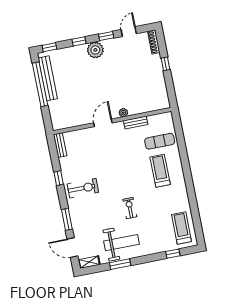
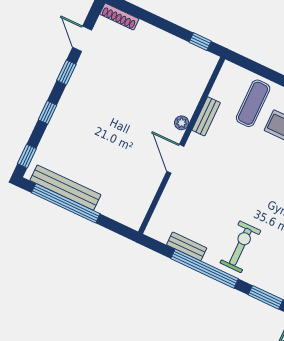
plant: (95, 50) -> (74, 99), removed
window: (165, 64) -> (200, 42), moved
bench: (60, 145) -> (187, 246), moved
window: (59, 178) -> (204, 269), width x3.17

